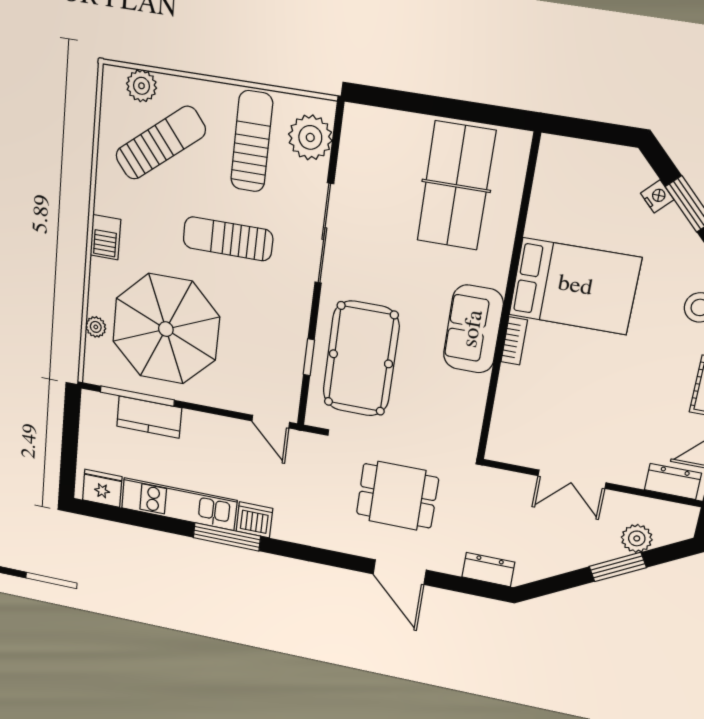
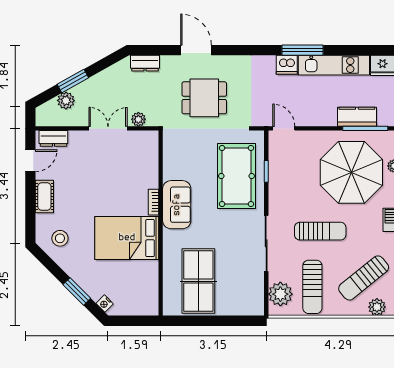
nightstand: (657, 196) -> (105, 304), moved
plant: (516, 484) -> (138, 119), added

